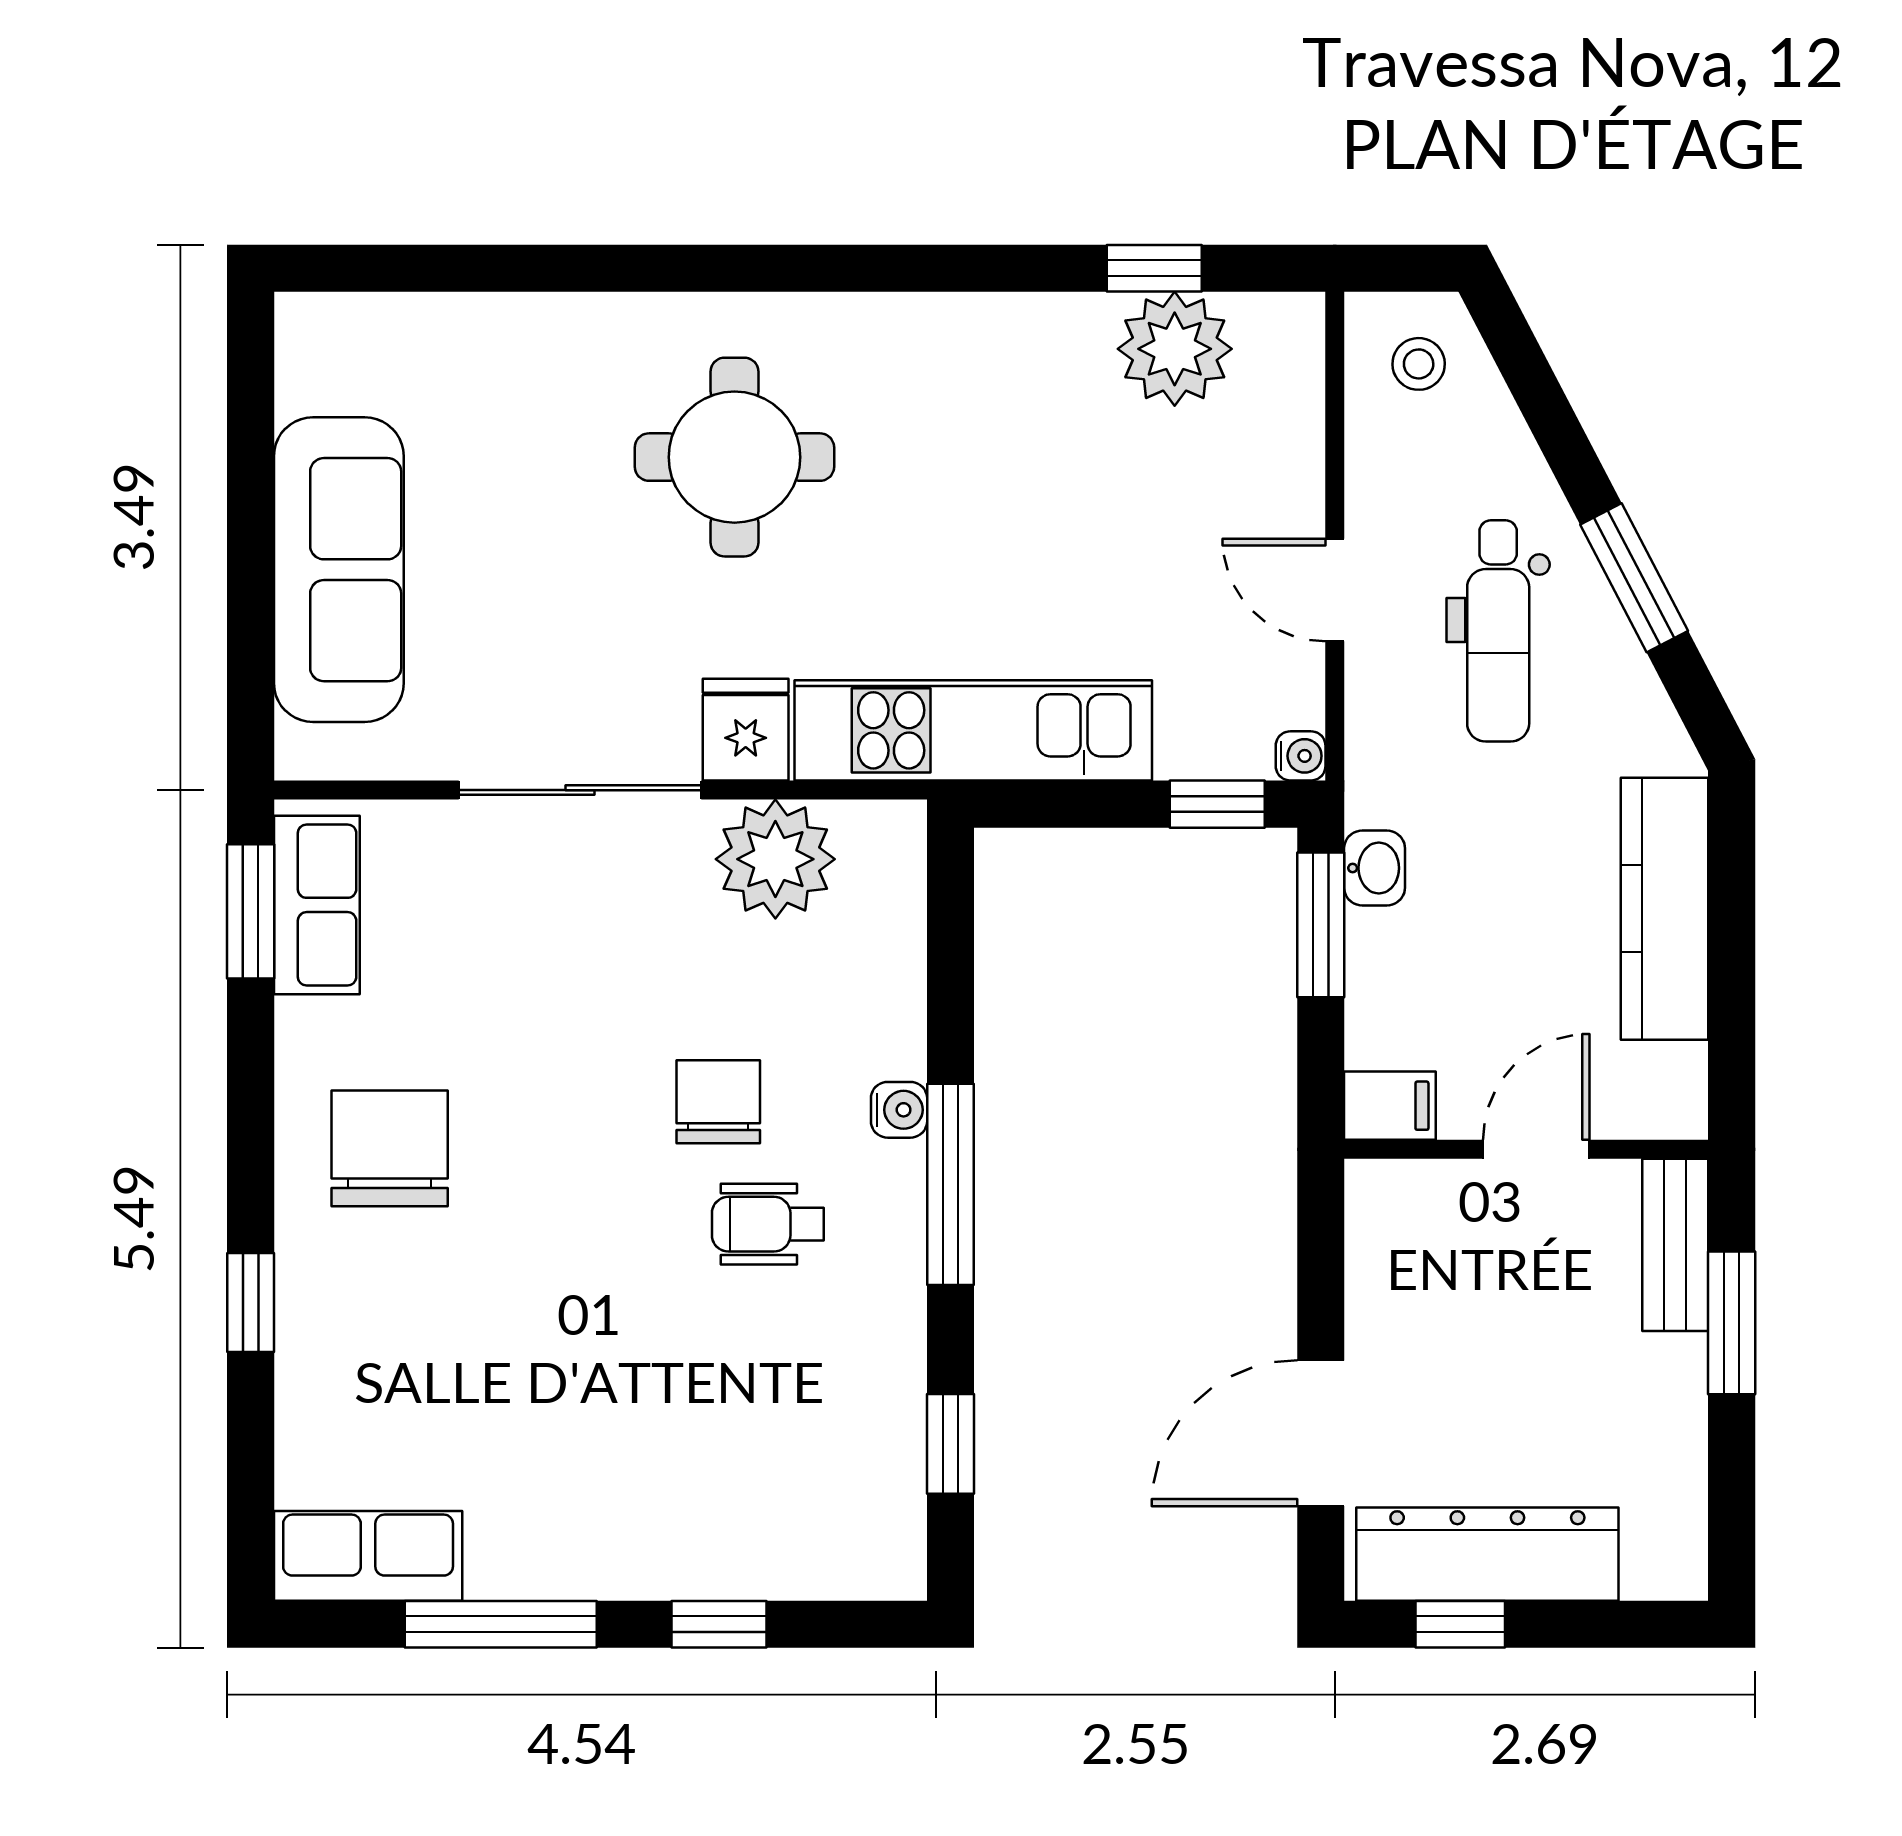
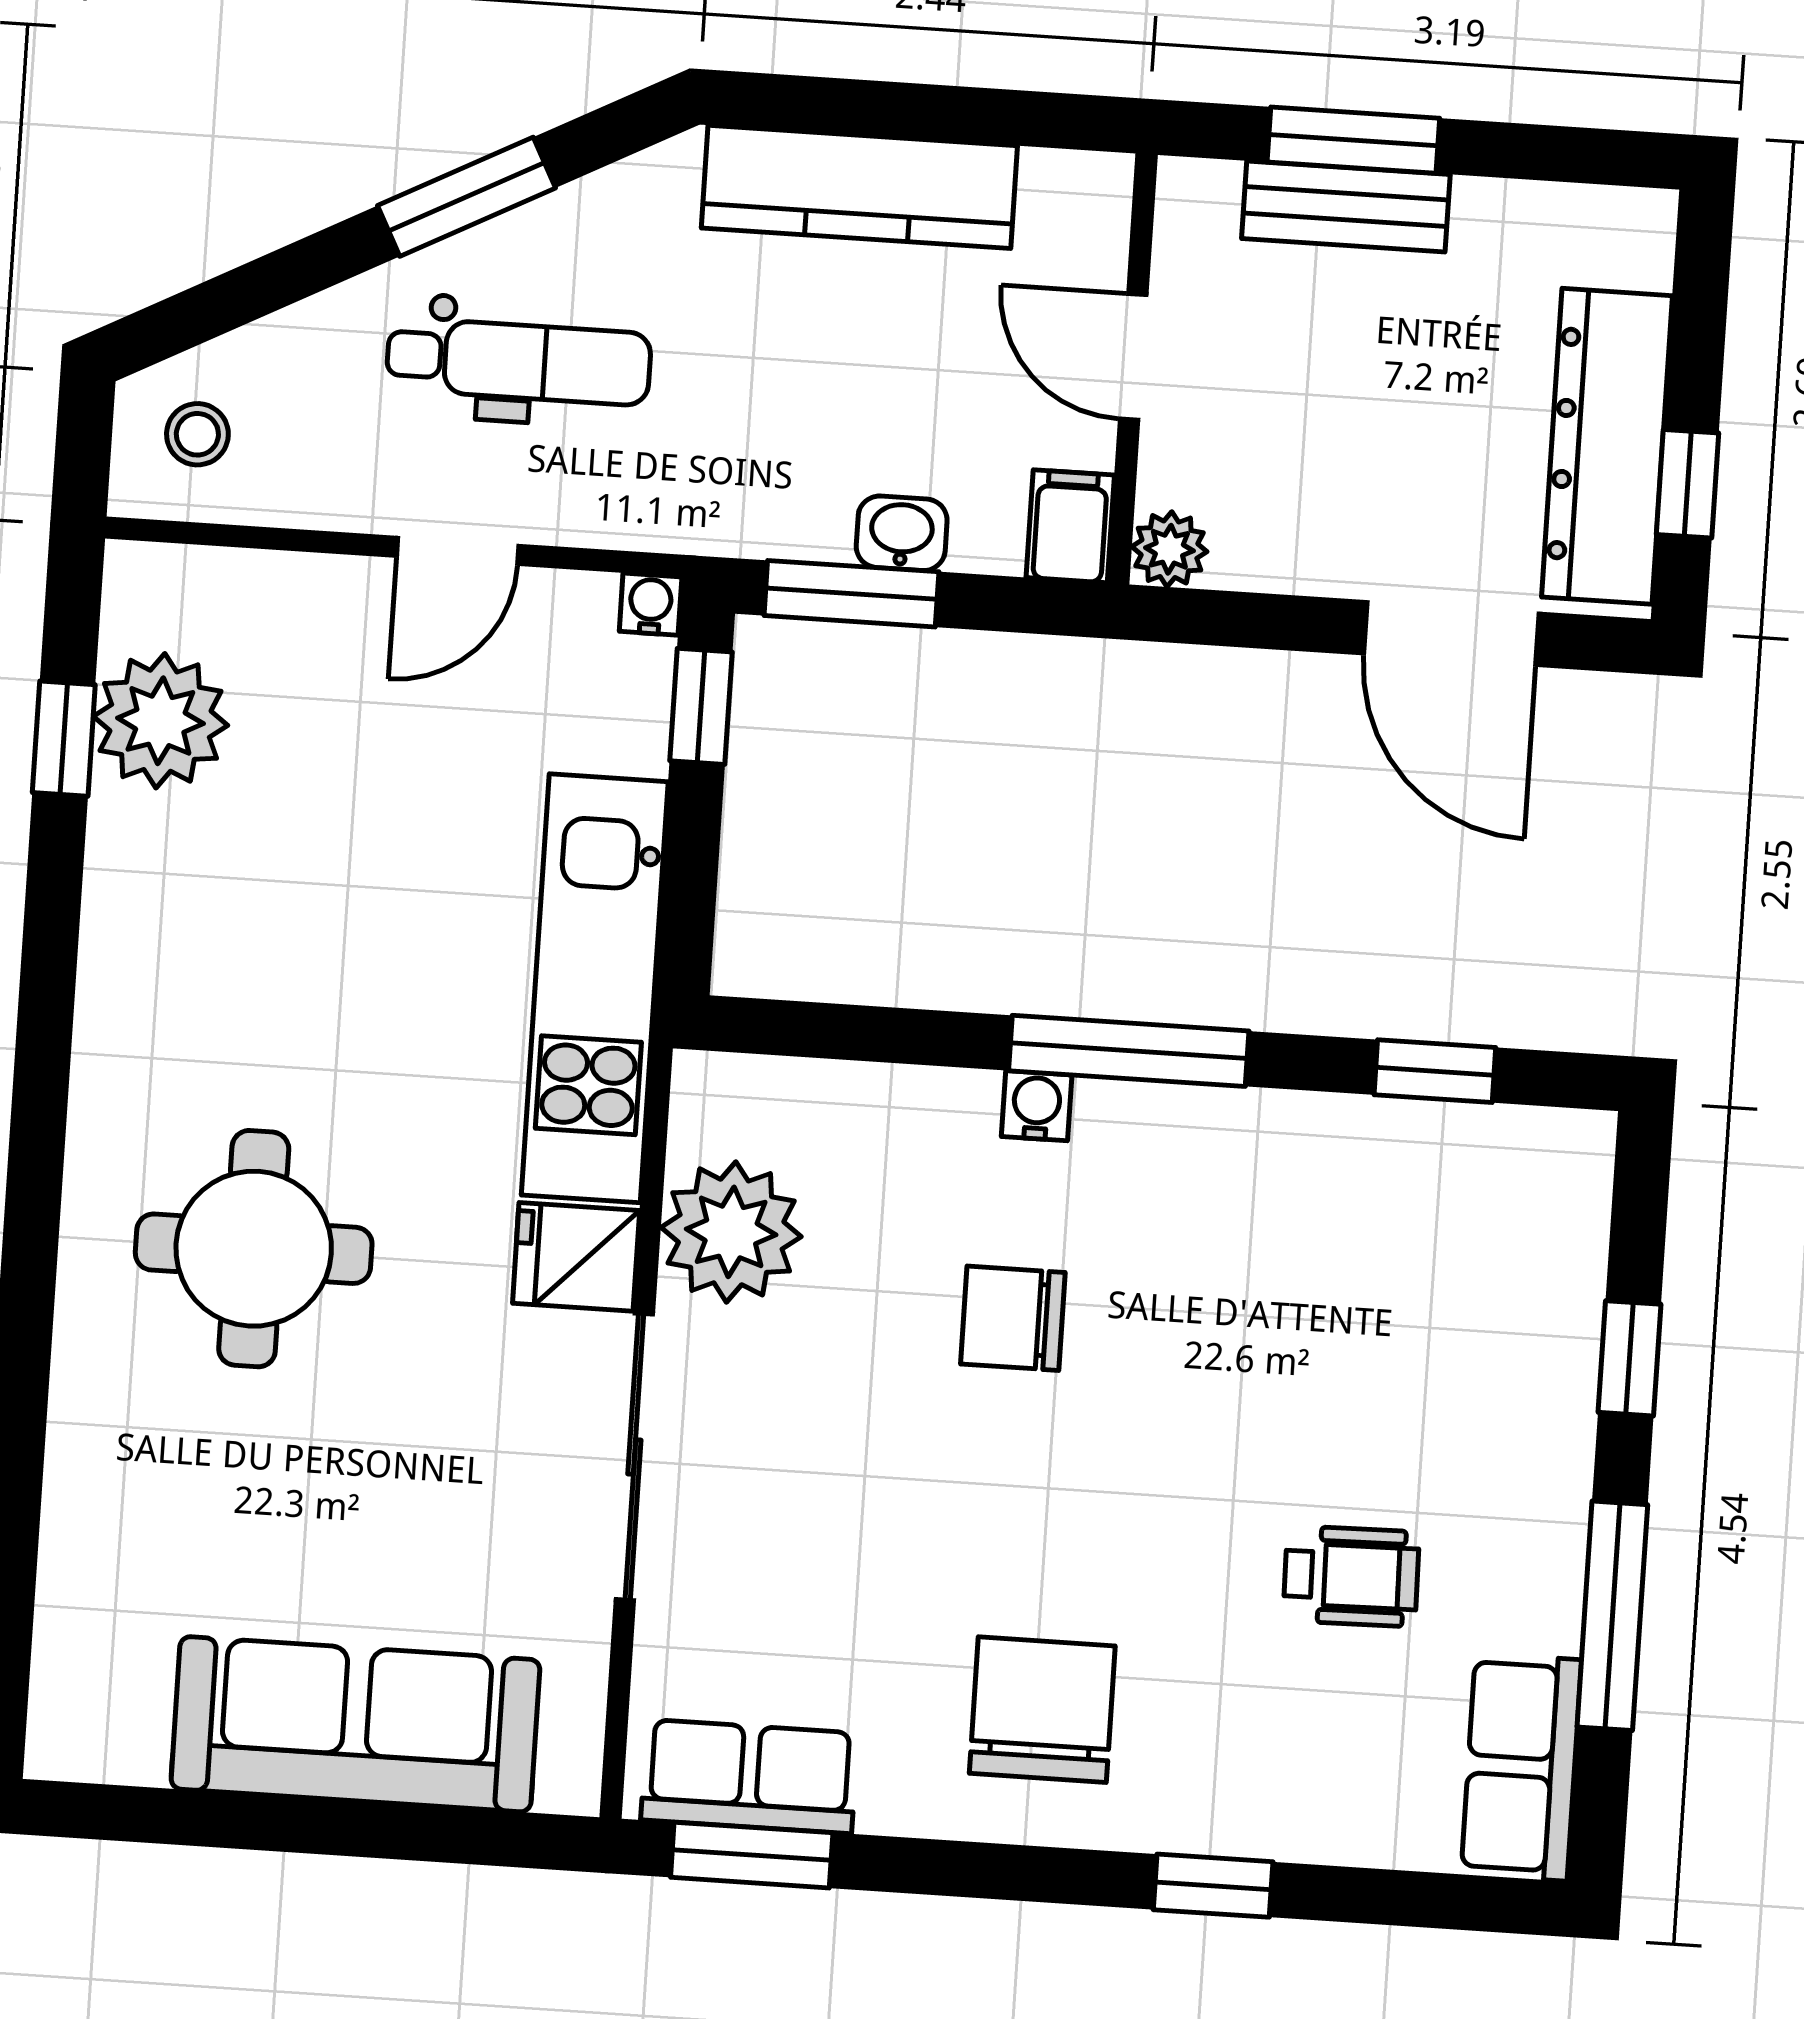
washbasin: (1375, 868) -> (902, 533), moved
chair: (390, 1148) -> (1042, 1710), turned 90
plant: (1376, 1191) -> (1169, 549), added
wheelchair: (768, 1224) -> (1351, 1576), moved, turned -91
bench: (1675, 1245) -> (1346, 206), moved

